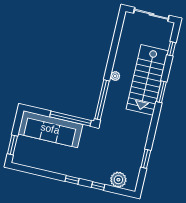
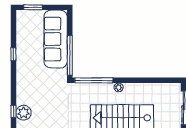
window: (72, 180) -> (13, 54), moved
window: (98, 186) -> (13, 111), moved

